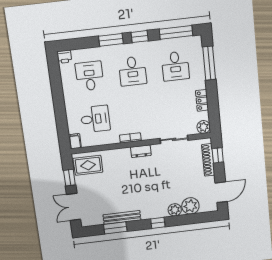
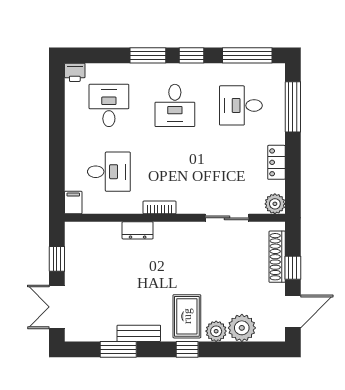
desk: (175, 66) -> (241, 105), turned 90
dresser: (141, 151) -> (138, 230), moved
window: (218, 155) -> (293, 268), moved
rug: (88, 165) -> (187, 316), moved, turned 90
bench: (122, 217) -> (139, 333), width x0.73

